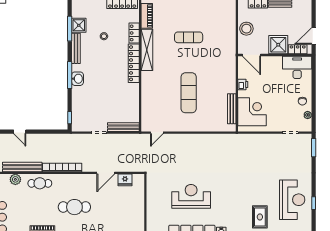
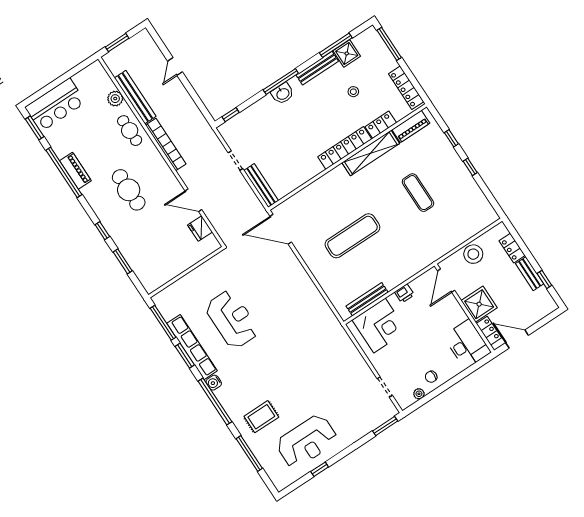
door: (157, 133) -> (281, 229), width x1.87

